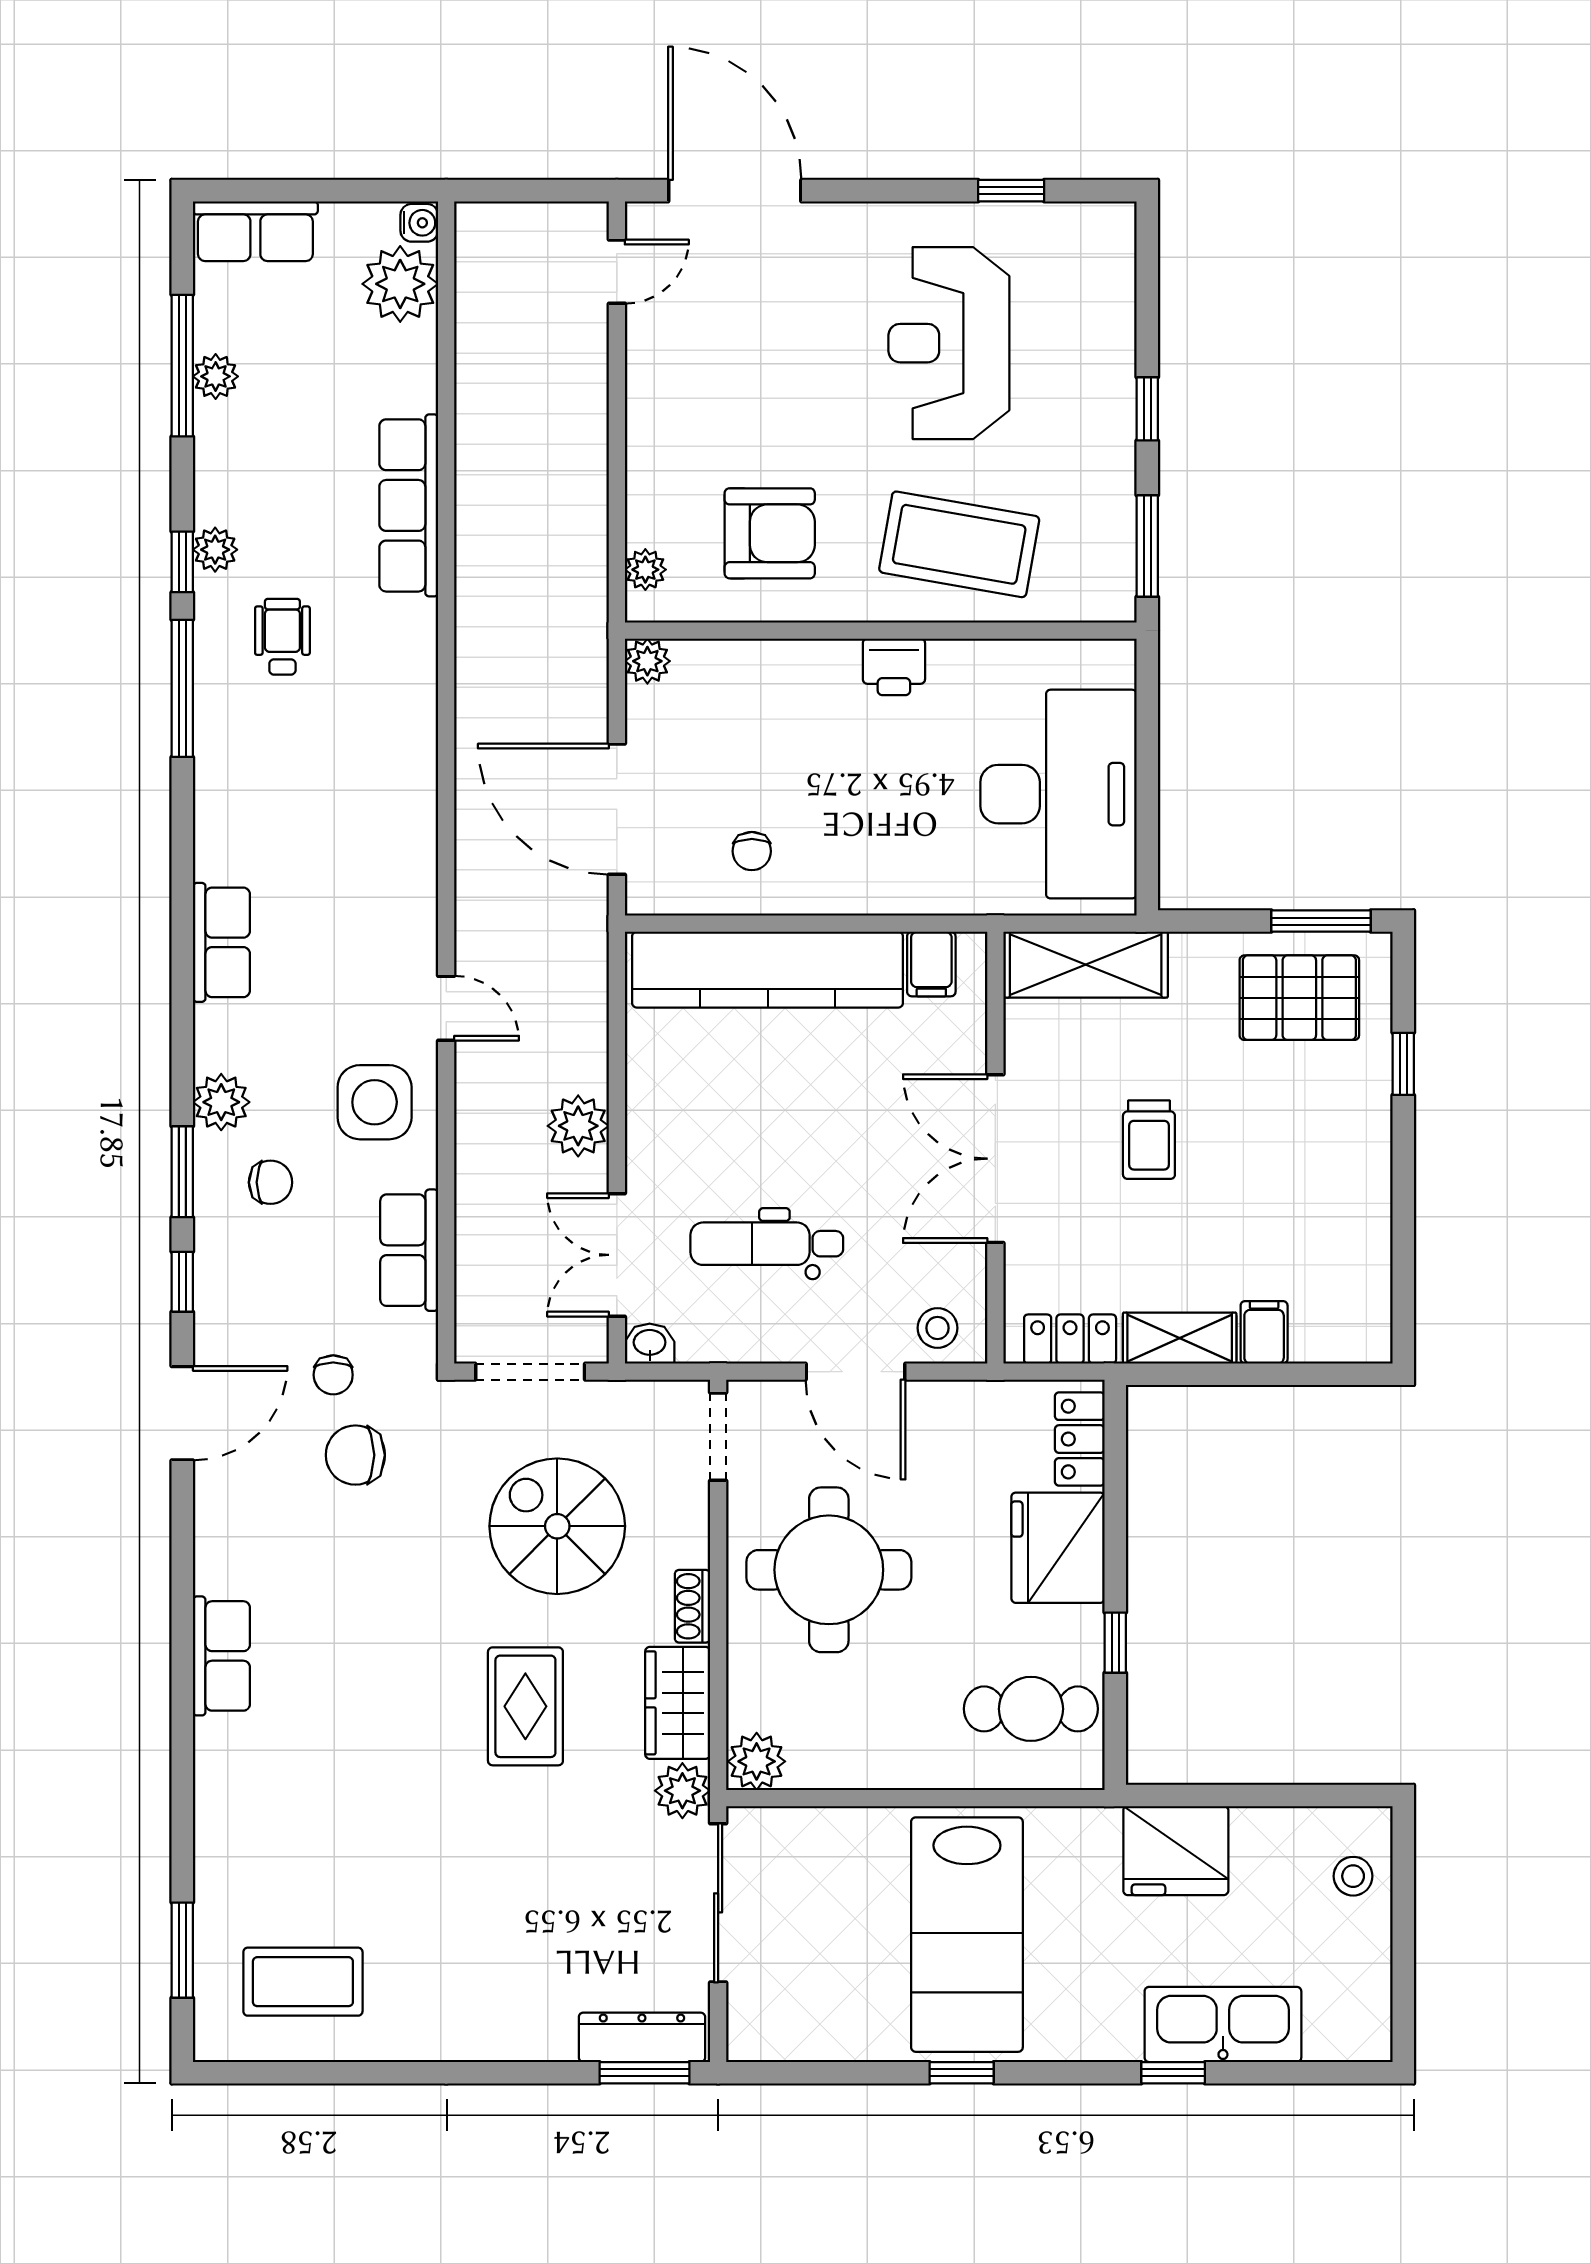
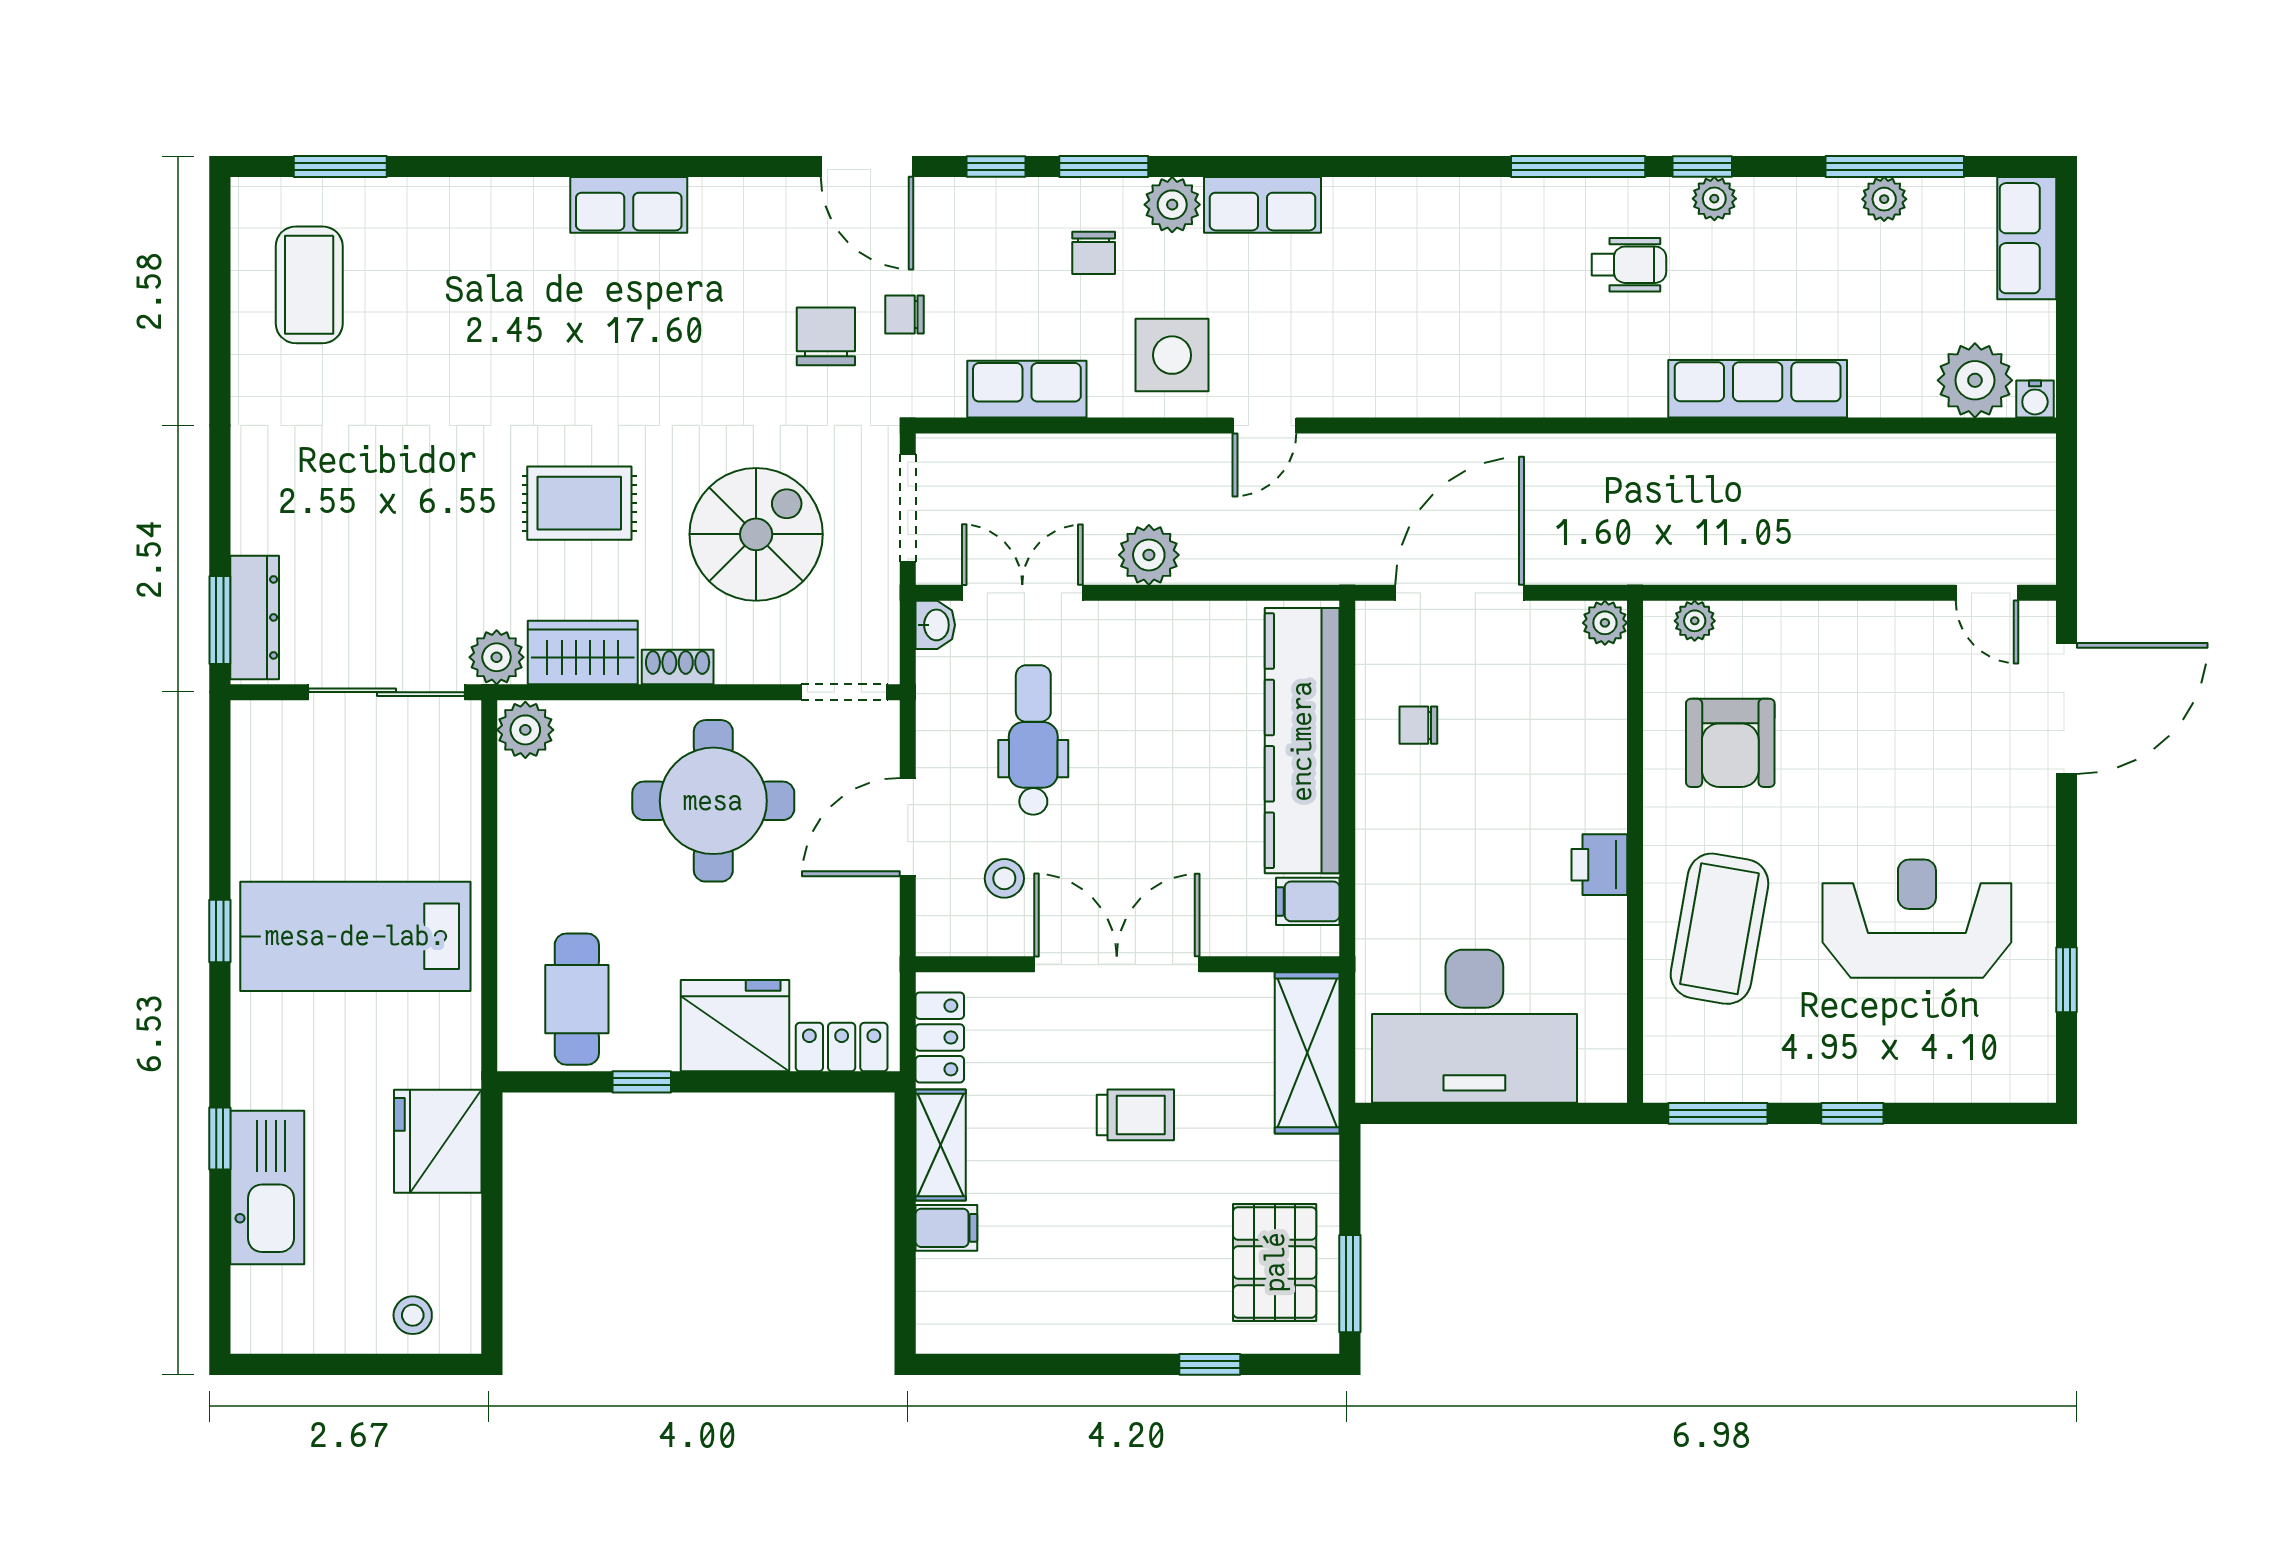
row of seats: (221, 942) -> (1263, 205), moved
trolley: (1149, 1140) -> (1135, 1115), turned 180
stool: (938, 1328) -> (1004, 878), moved

